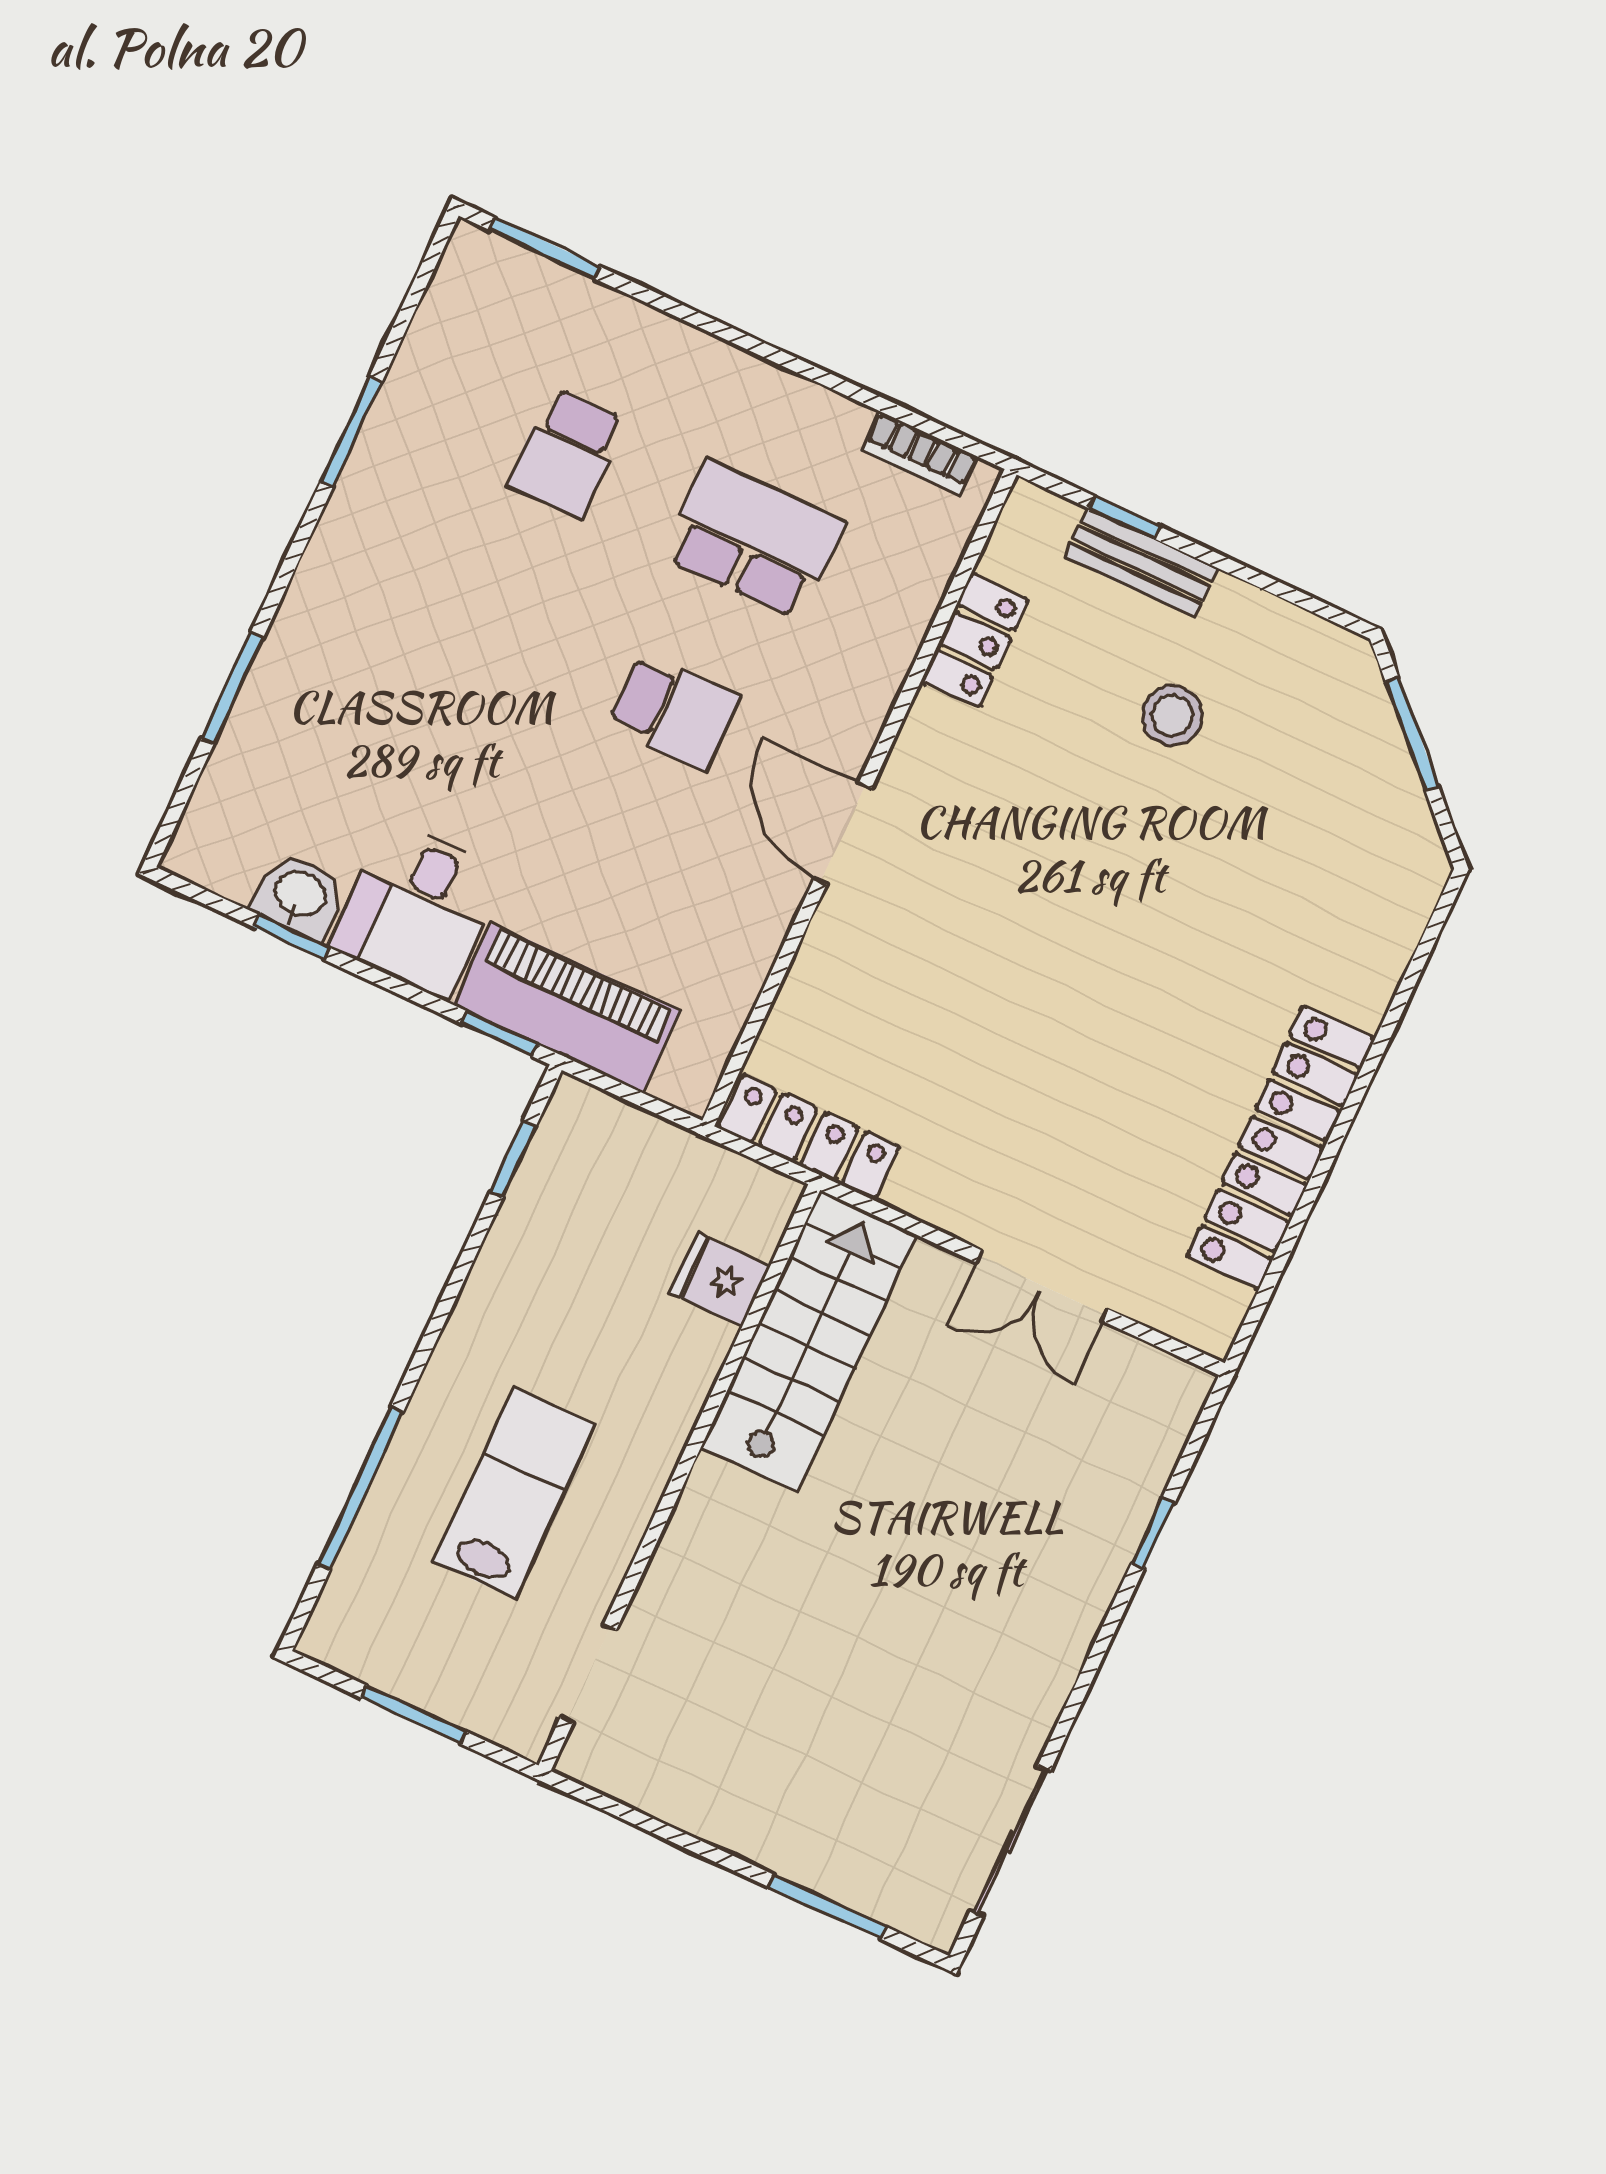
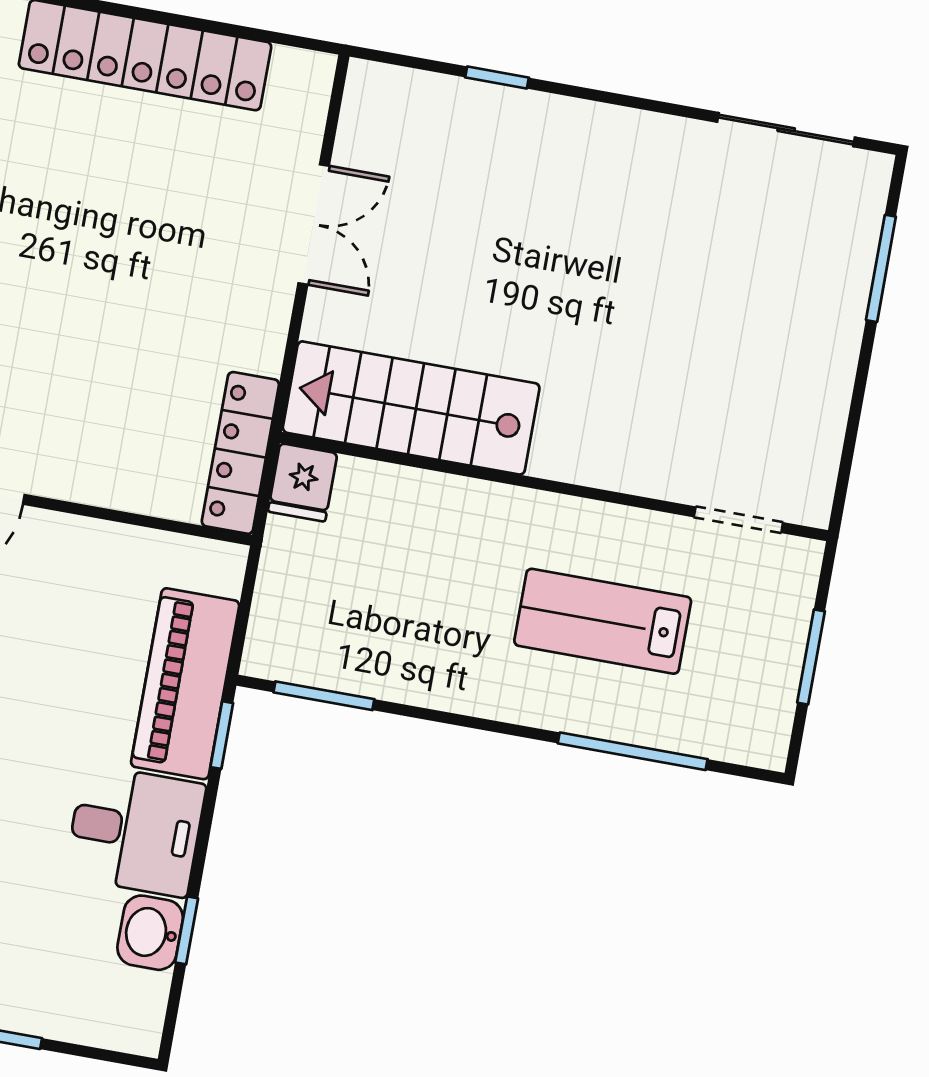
window: (513, 1159) -> (324, 696), width x1.50
fridge: (720, 1279) -> (303, 482), moved

